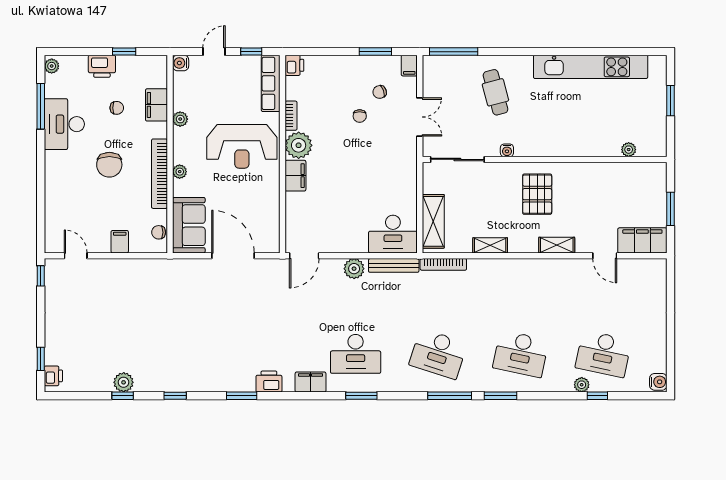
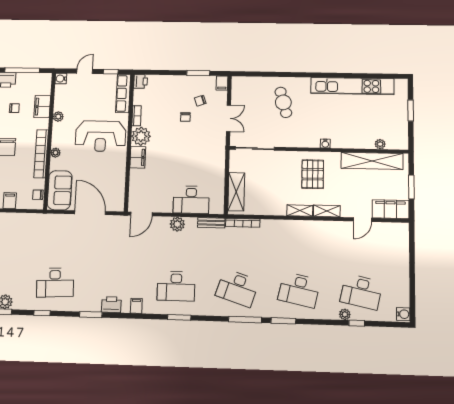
window: (124, 52) -> (22, 70), width x2.17
window: (454, 52) -> (254, 74), removed
water cooler: (507, 150) -> (325, 144), moved
shelving: (618, 173) -> (372, 161), added
desk: (393, 234) -> (191, 200), moved
shelving: (490, 245) -> (300, 211), moved
door: (605, 256) -> (362, 220), hinge flipped
bench: (394, 265) -> (211, 223), width x0.73
desk: (190, 354) -> (55, 283), added
filing cabinet: (311, 382) -> (136, 306), width x0.50

